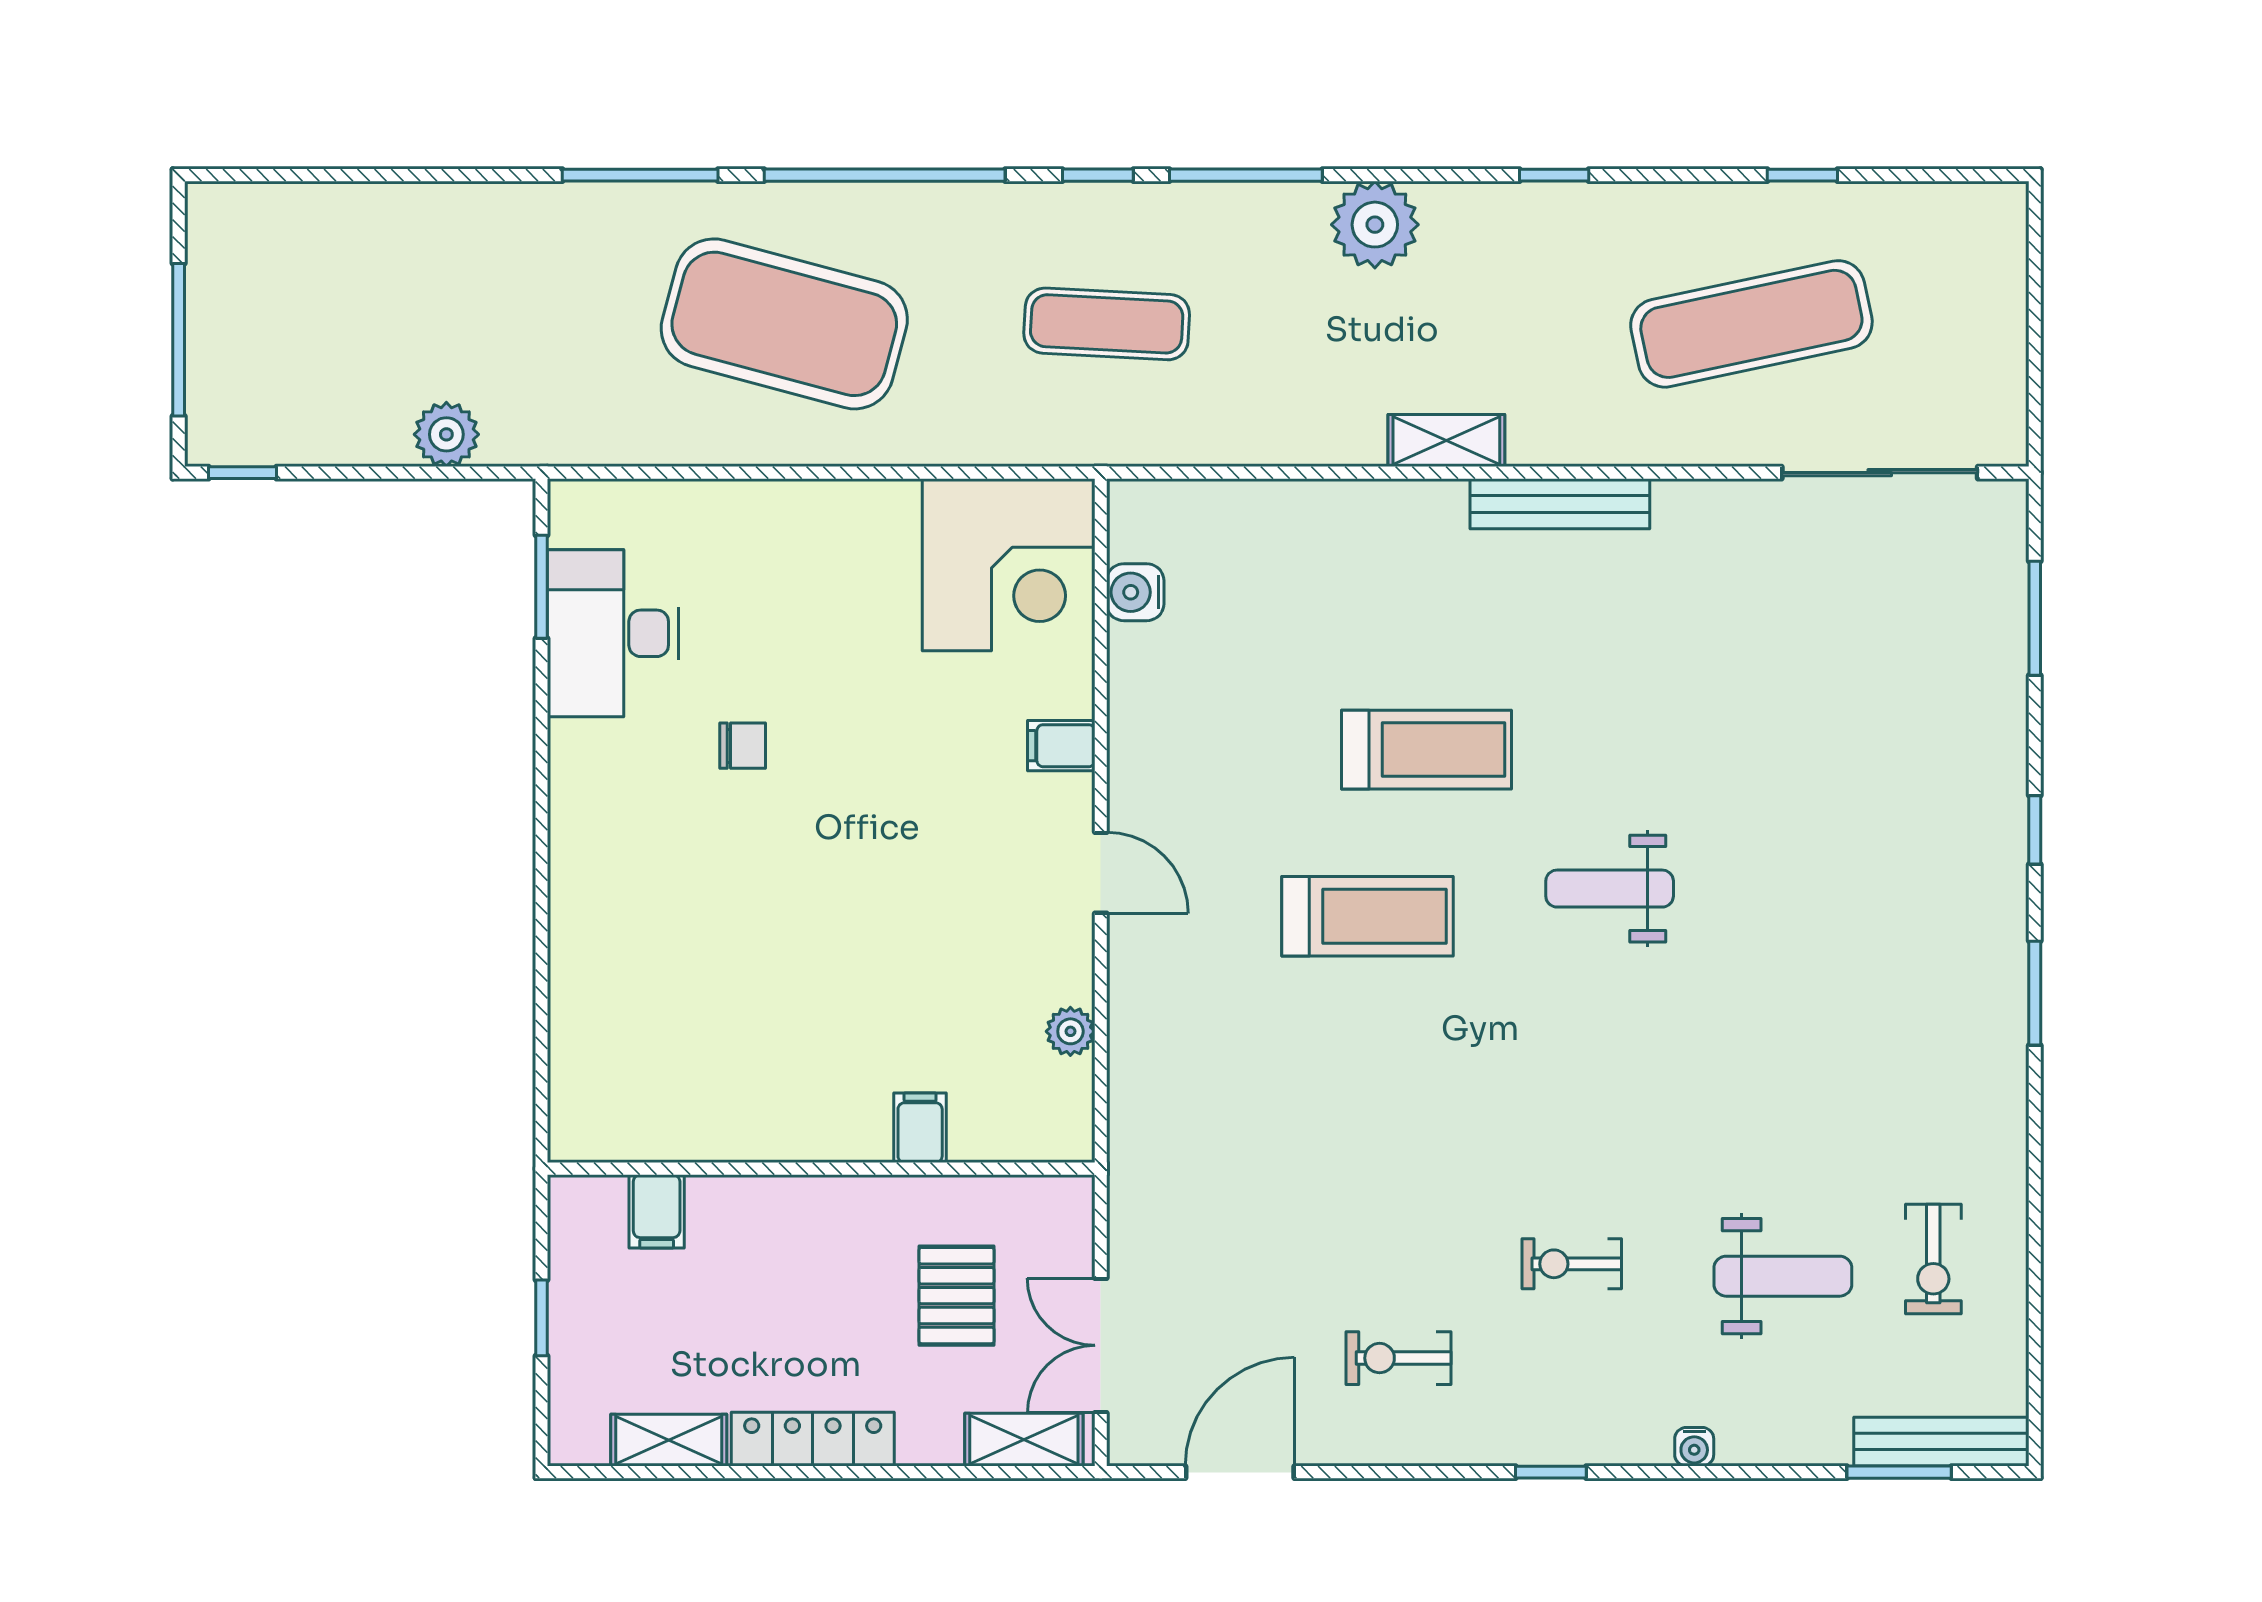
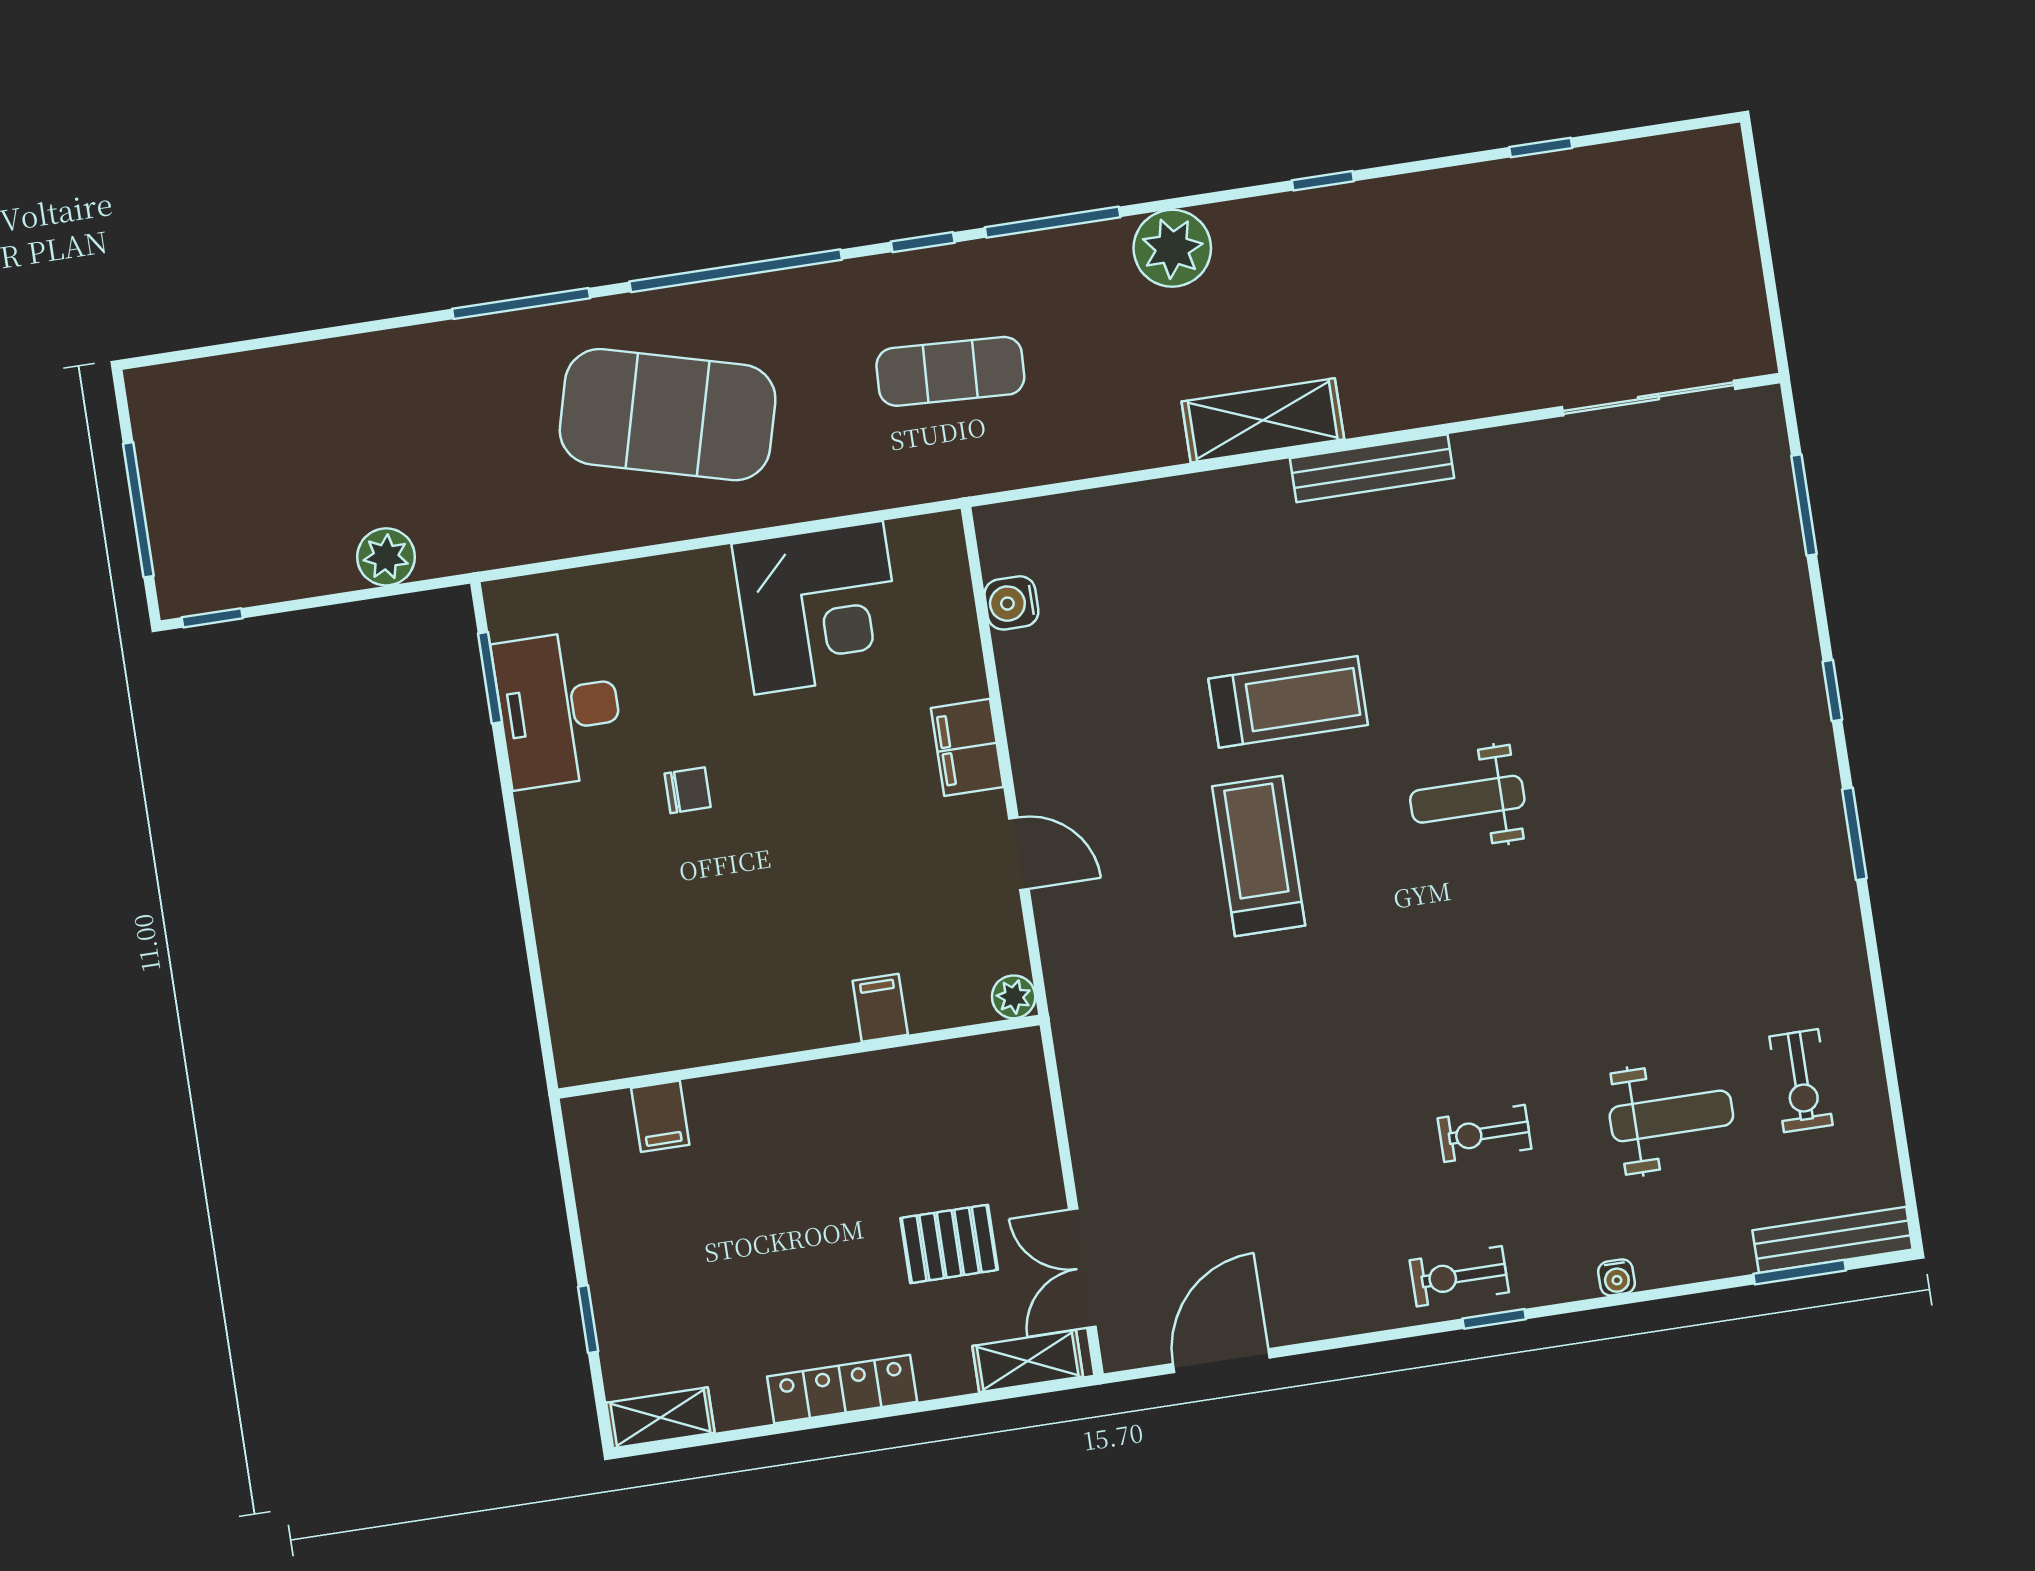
exercise mat: (1751, 324) -> (1516, 285), removed
shelving: (1446, 440) -> (1263, 420), width x1.50, depth x1.33
corner desk: (1009, 565) -> (819, 608), moved
filing cabinet: (1061, 746) -> (967, 747), width x2.00
treadmill: (1367, 916) -> (1259, 856), turned -90
filing cabinet: (920, 1128) -> (880, 1008), moved
wall: (821, 1169) -> (799, 1057), moved
filing cabinet: (657, 1211) -> (660, 1116), moved
pallet: (957, 1296) -> (949, 1244), turned 90
exercise bike: (1398, 1358) -> (1459, 1276), moved
shelving: (669, 1440) -> (660, 1418), moved

